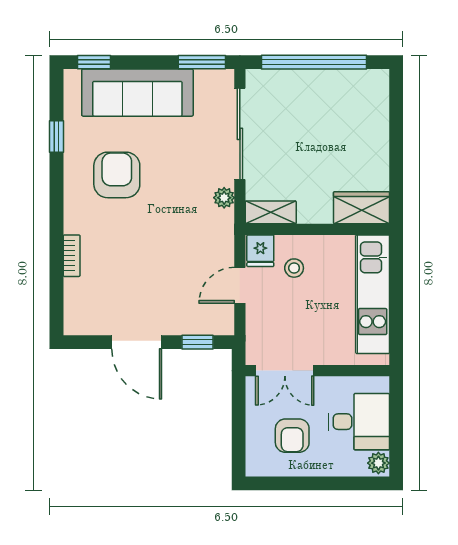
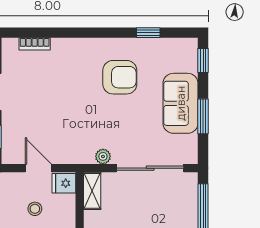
window: (202, 62) -> (203, 116), moved
sofa: (137, 93) -> (181, 103), width x0.73
bookcase: (72, 256) -> (35, 44), moved
stool: (294, 268) -> (35, 209), moved

